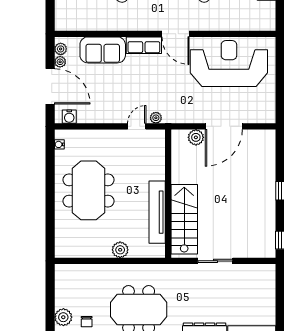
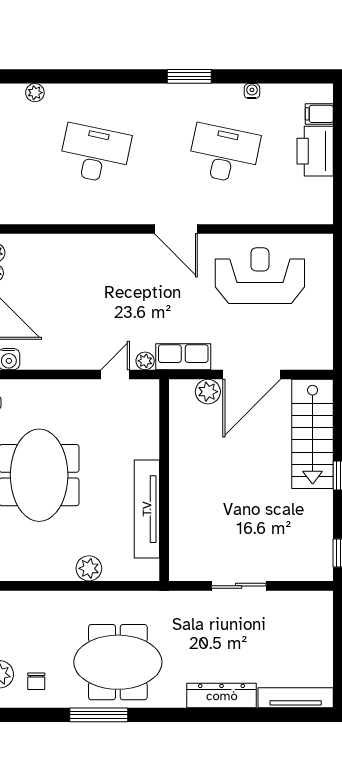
row of seats: (144, 45) -> (183, 357), moved, turned 180
sofa: (103, 50) -> (61, 254), removed
reception desk: (229, 64) -> (260, 276), width x0.74, depth x0.77
stairs: (184, 219) -> (313, 434), moved, turned 180

